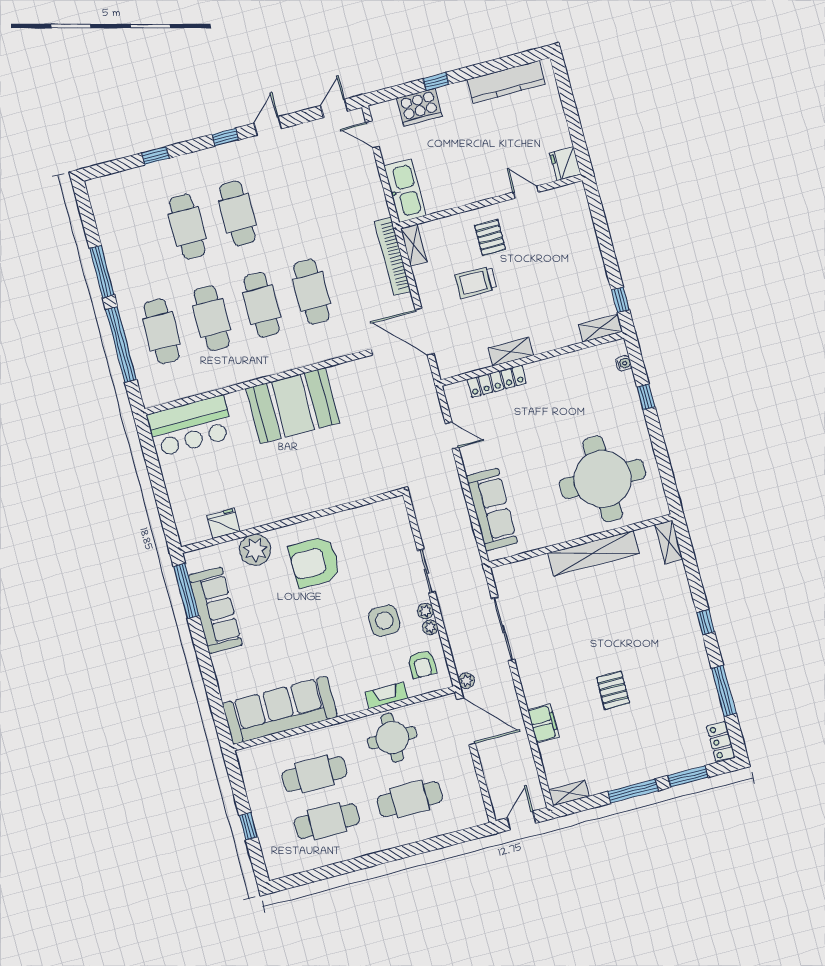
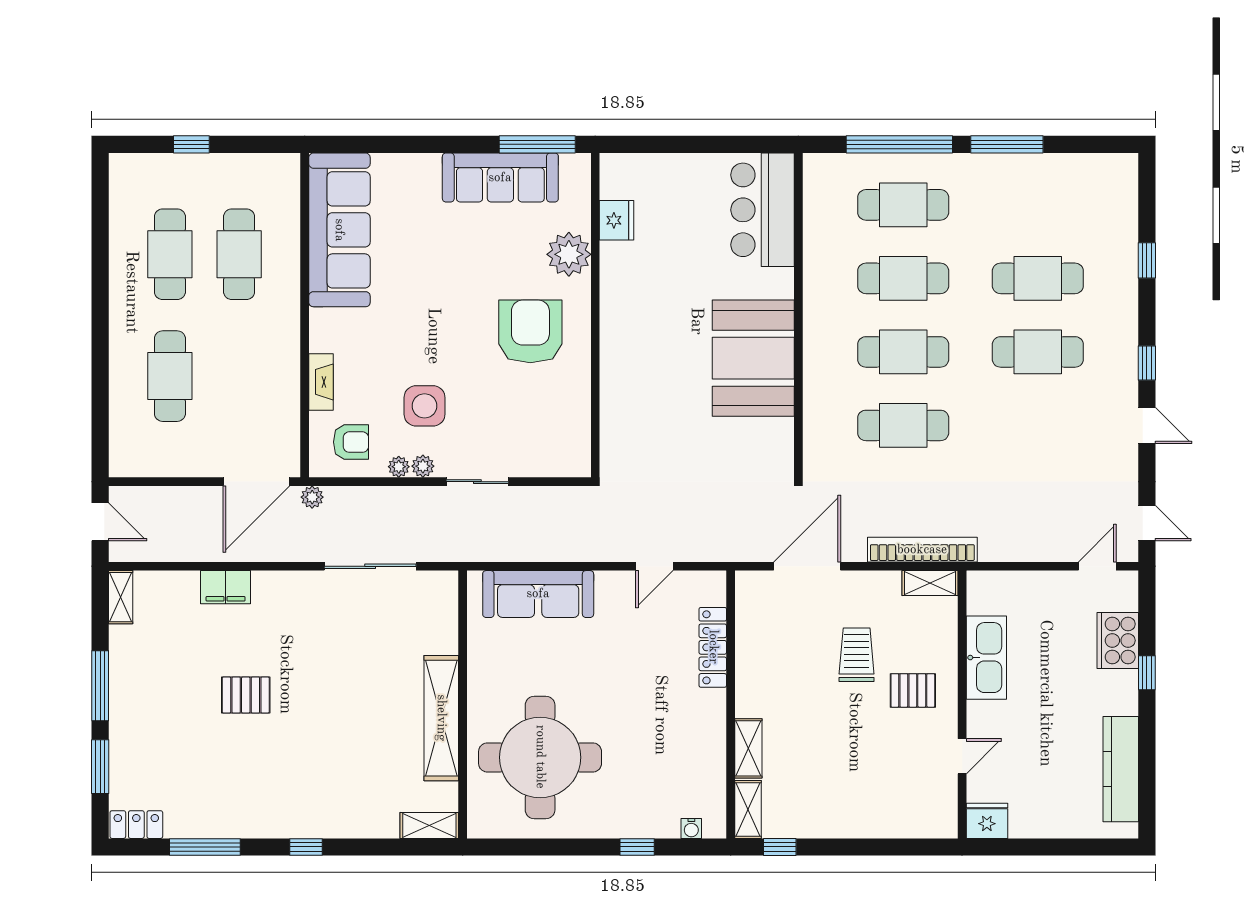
kitchen sink: (405, 191) -> (986, 658), moved, turned -90
shelving: (511, 352) -> (748, 748), moved
armchair: (422, 664) -> (351, 442), turned 180
round table: (392, 738) -> (261, 374), removed

